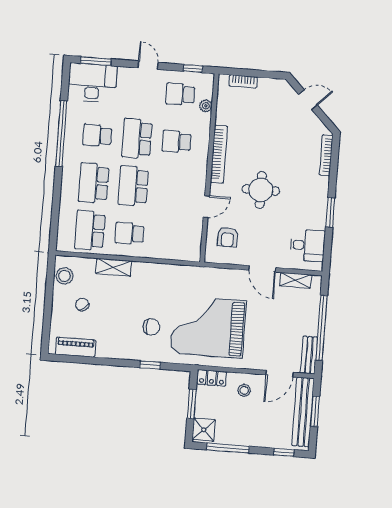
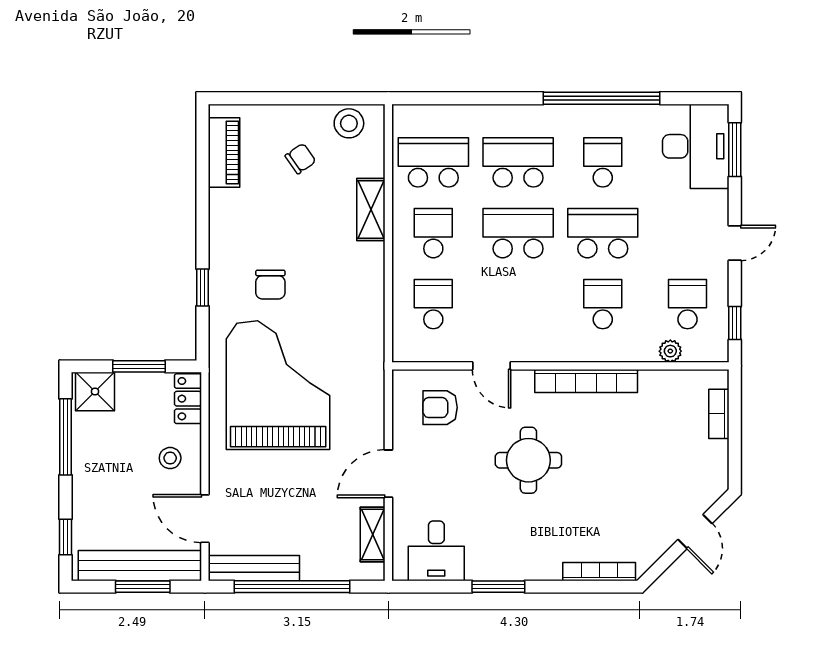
school desk: (169, 236) -> (433, 304), added
bench: (309, 355) -> (254, 568), width x1.36

